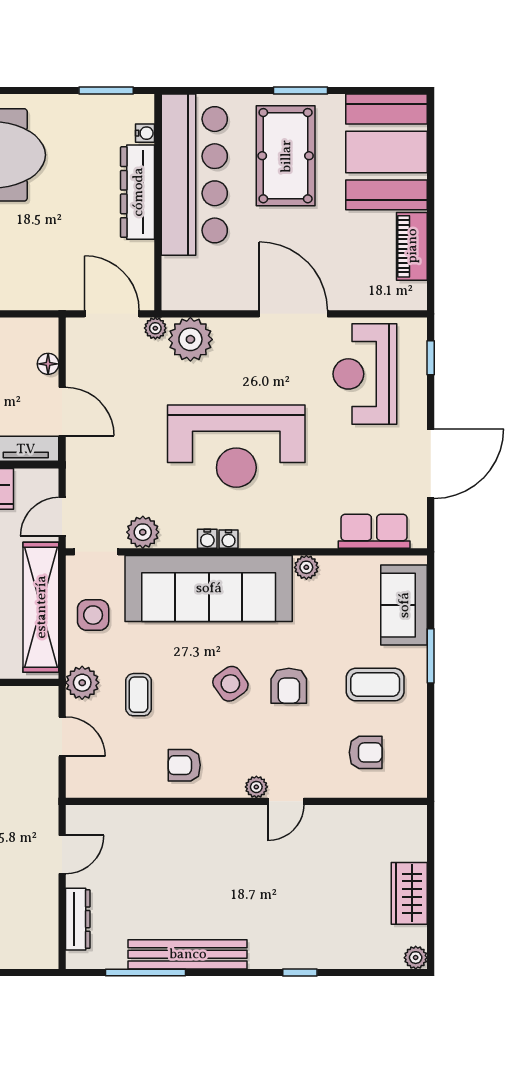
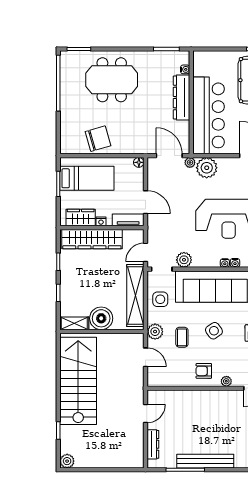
bar counter: (194, 175) -> (209, 115), moved
floor lamp: (48, 364) -> (139, 162), moved
water cooler: (207, 539) -> (235, 263), moved
side table: (230, 684) -> (214, 331), moved
plant: (256, 787) -> (226, 381), moved

